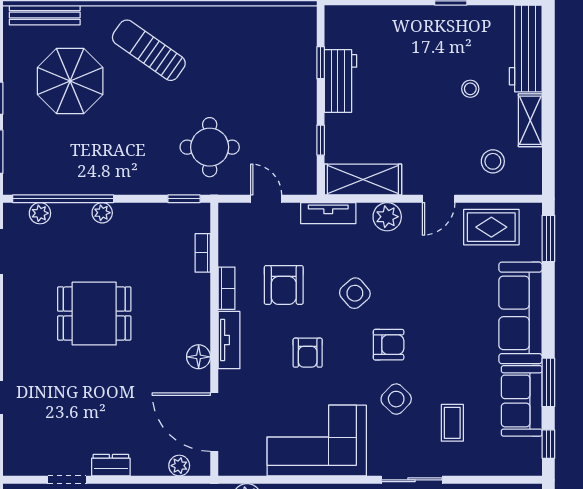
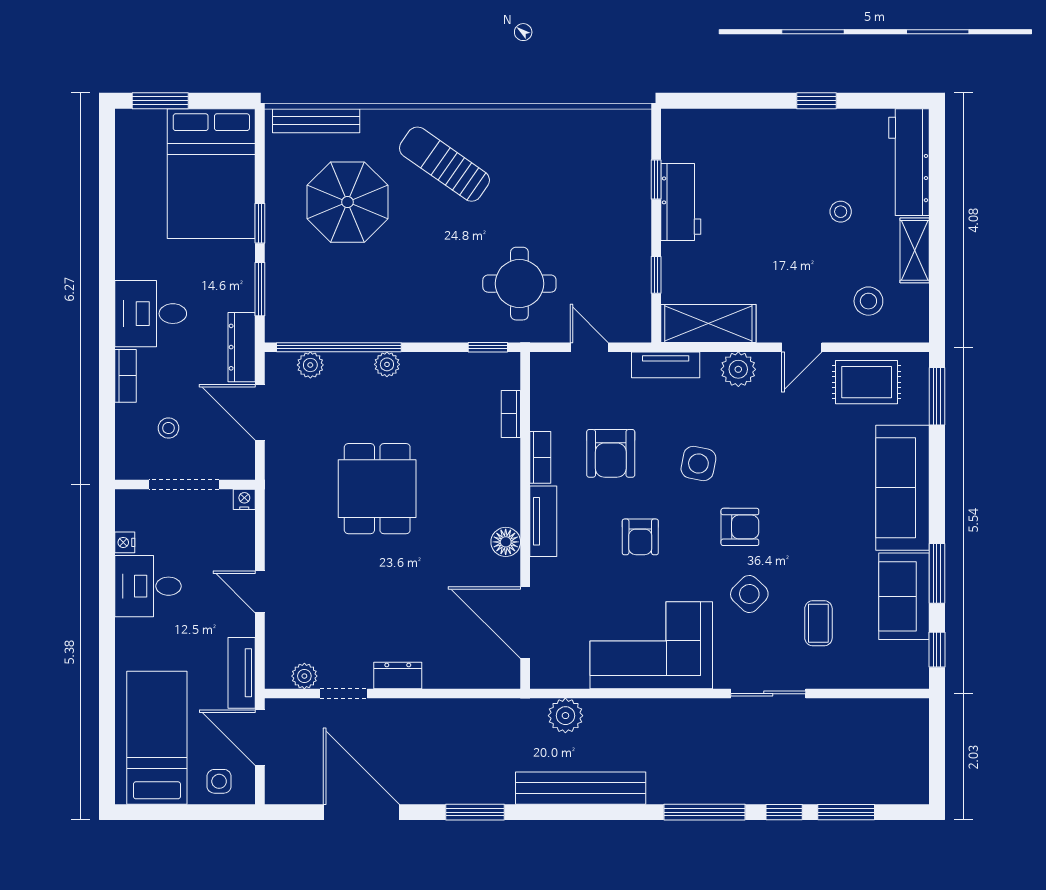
side table: (355, 293) -> (698, 463), turned -38
dining table: (94, 314) -> (377, 489), turned 90
plant: (179, 466) -> (304, 676), moved

